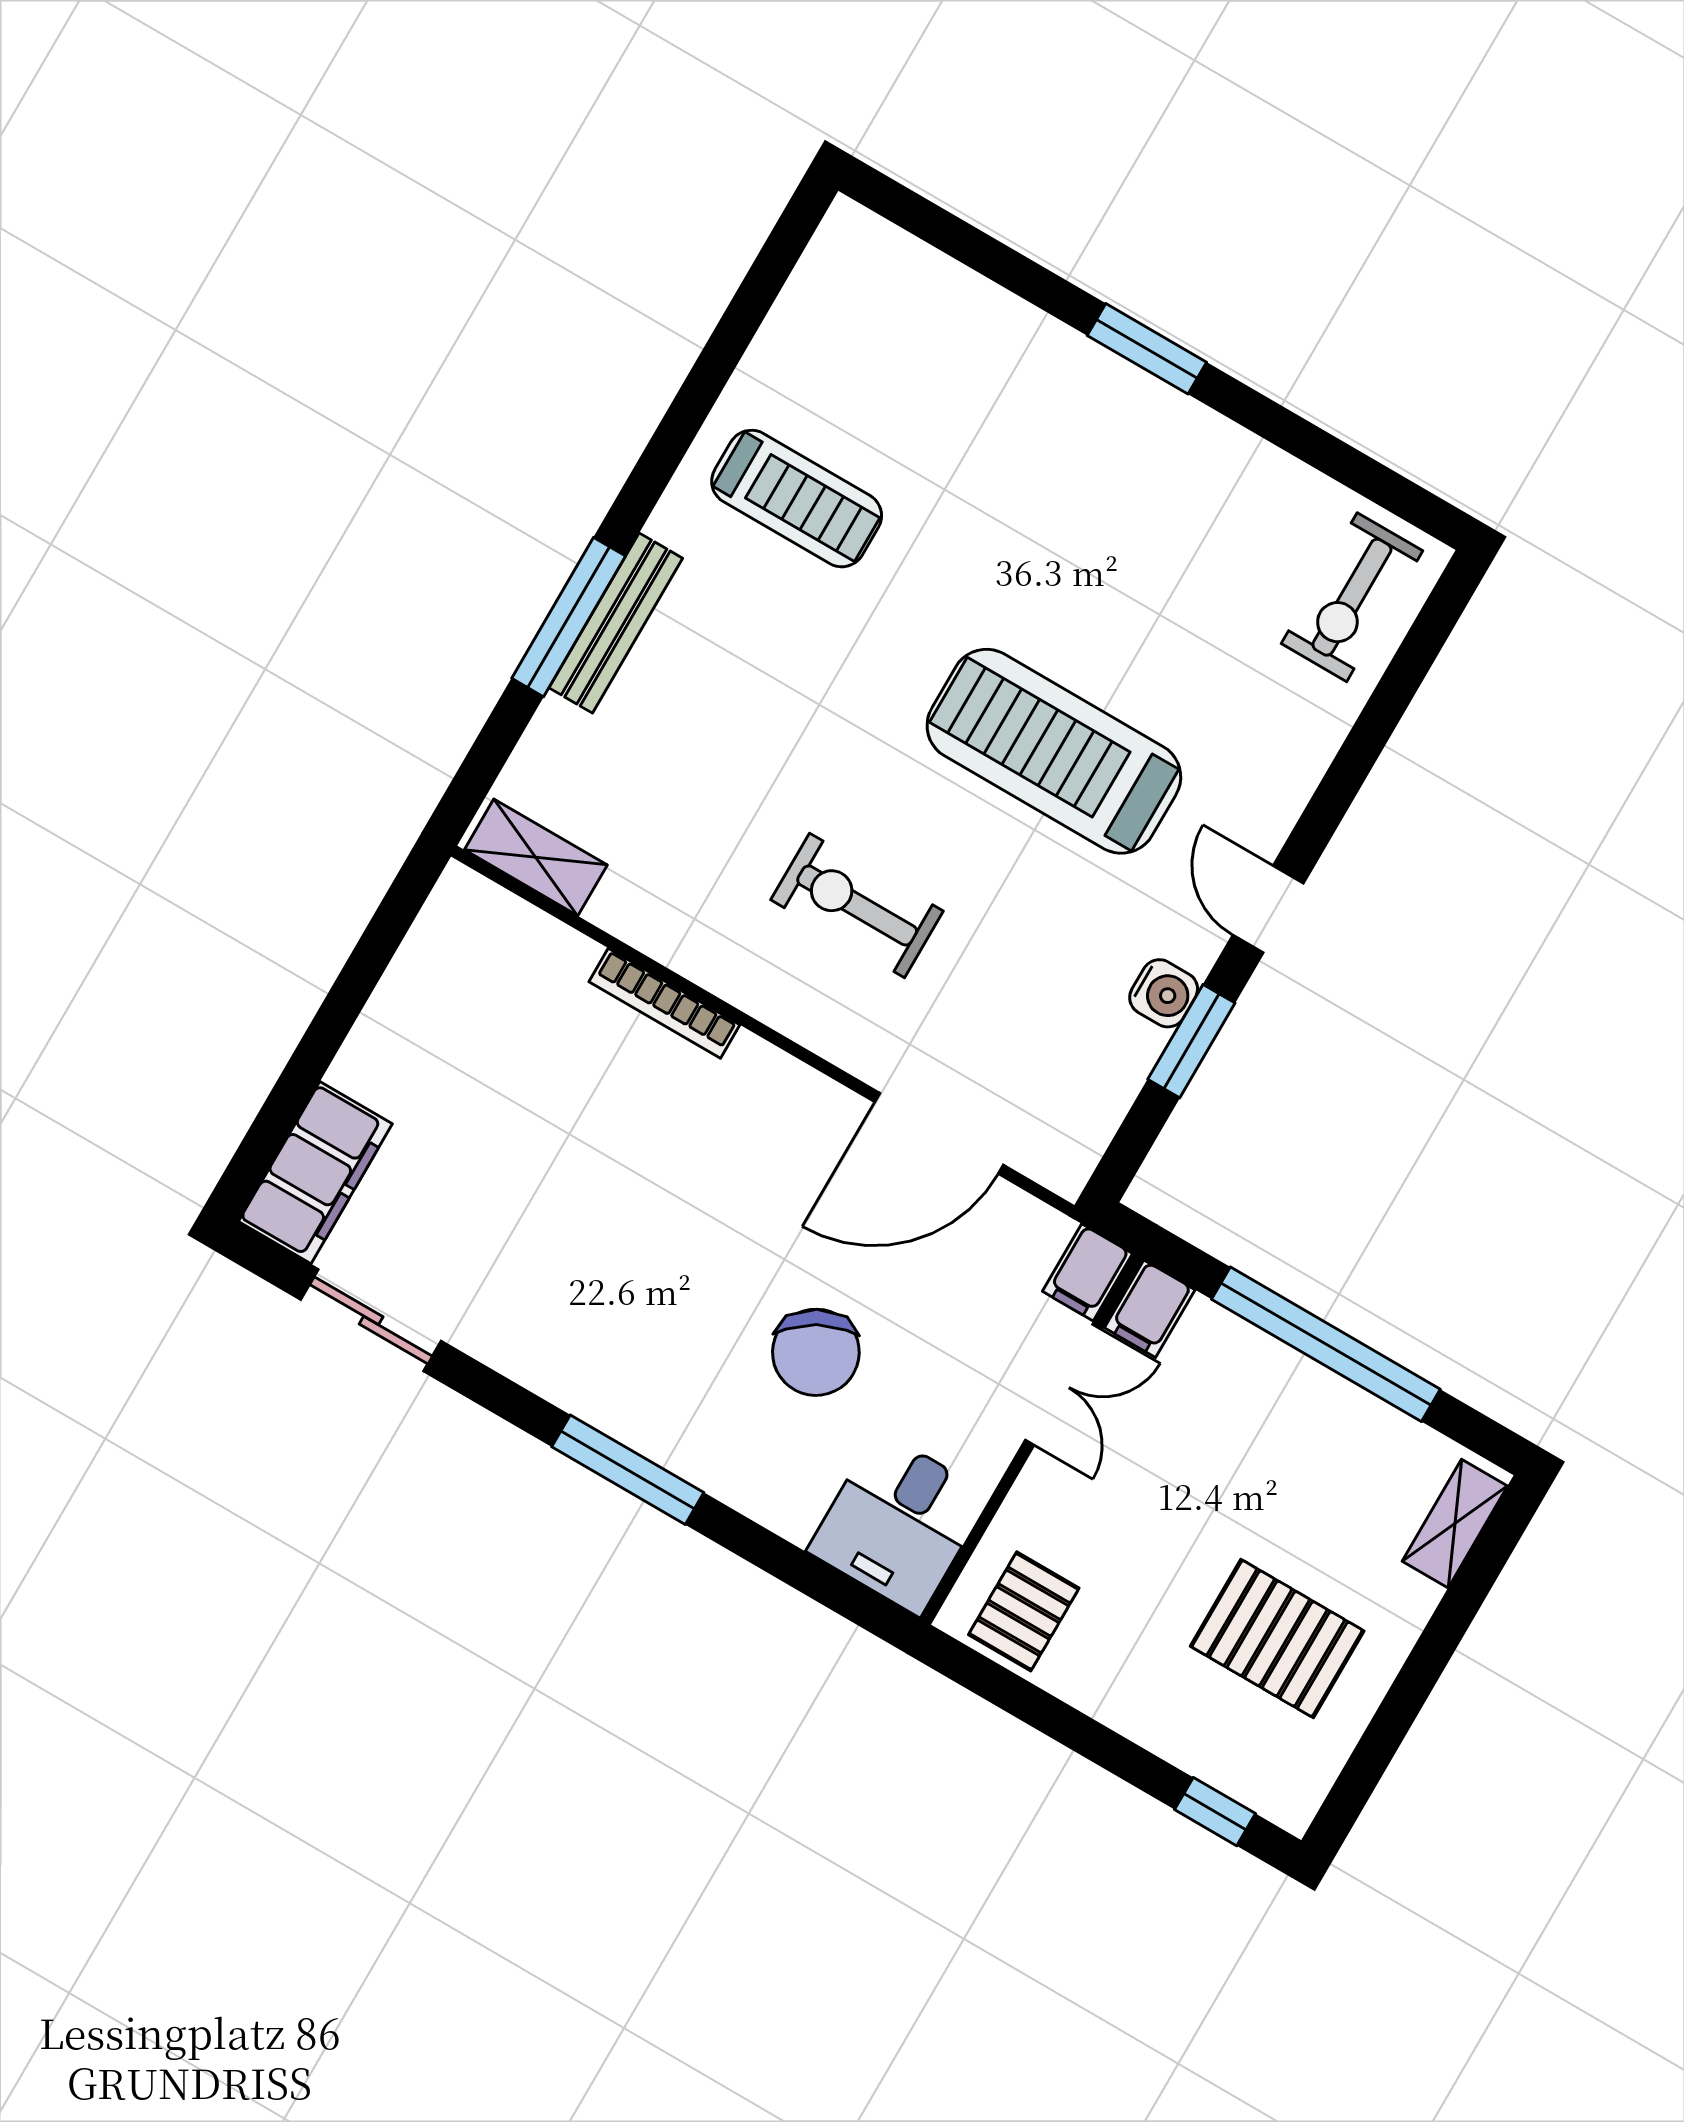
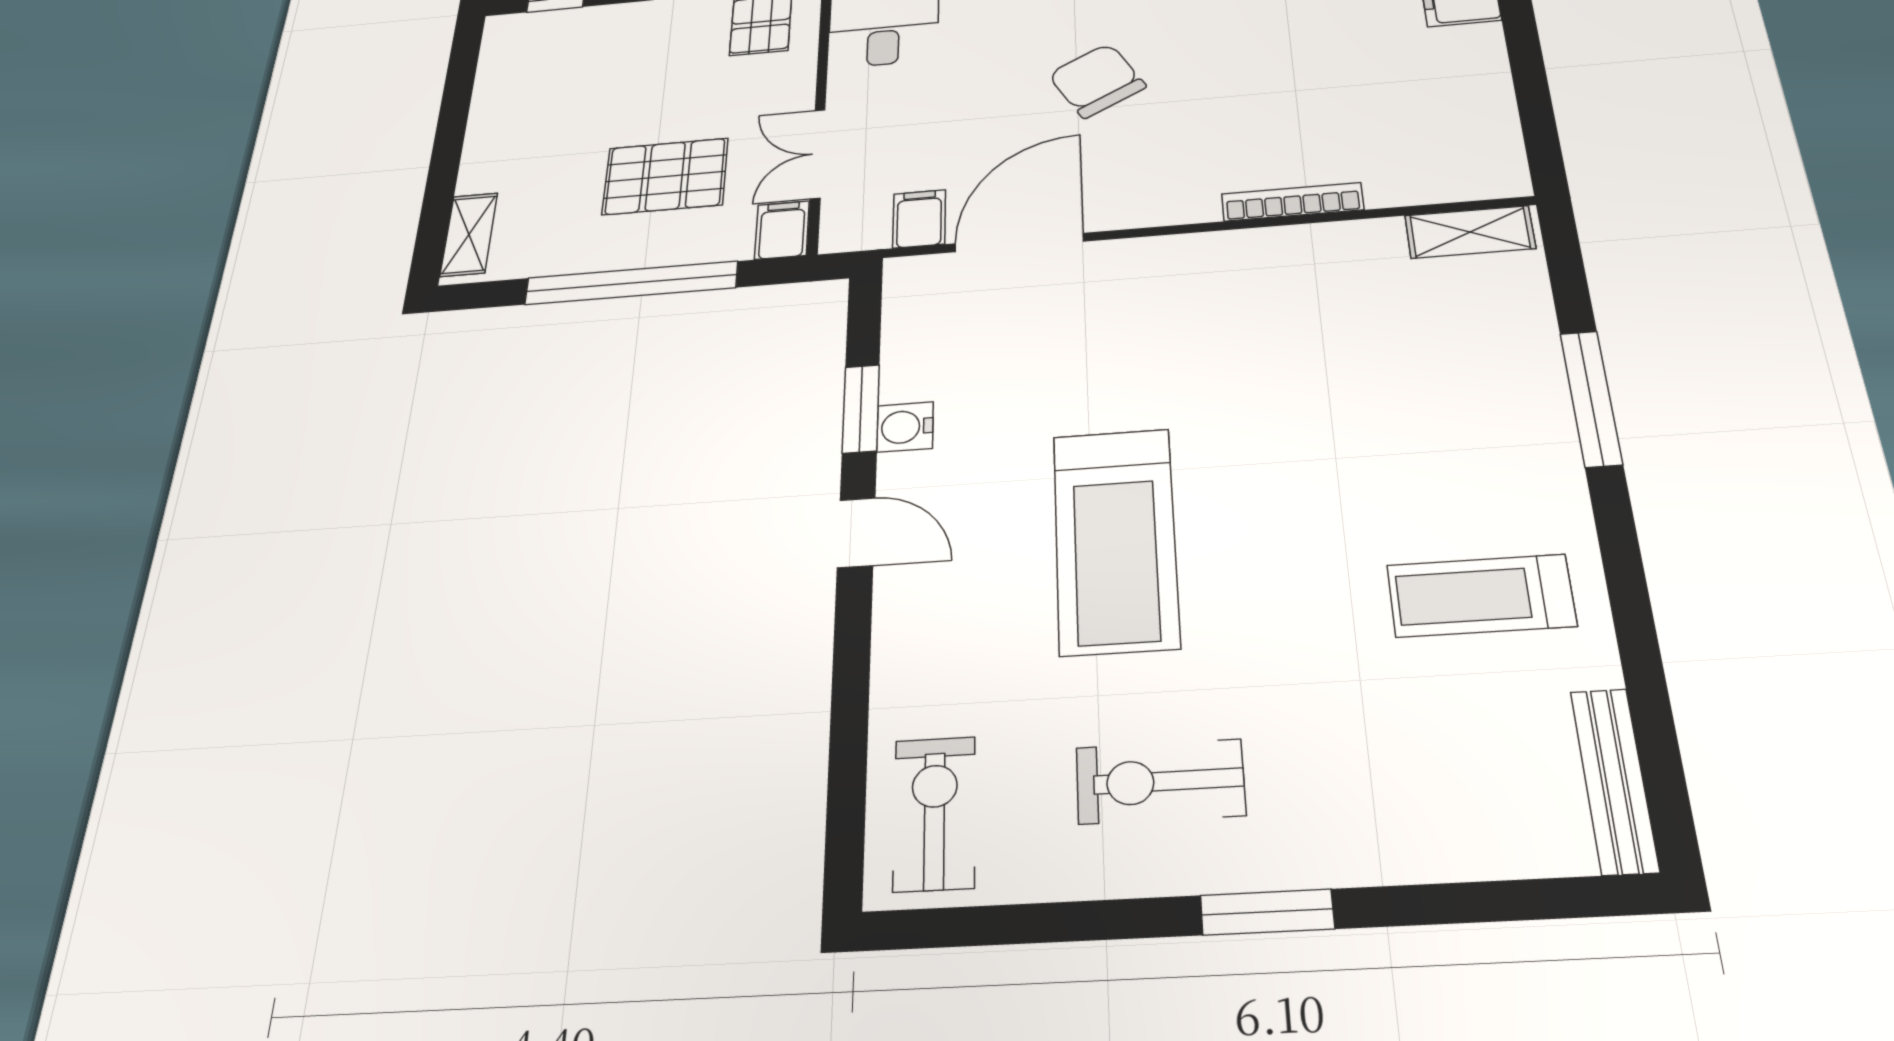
bench: (616, 623) -> (1614, 780), moved
treadmill: (1054, 751) -> (1115, 540), turned 90
exercise bike: (857, 905) -> (1160, 781), moved, turned 180
filing cabinet: (1088, 1272) -> (919, 219), moved
chair: (816, 1352) -> (1097, 81), moved
pallet: (1277, 1639) -> (665, 176), moved

